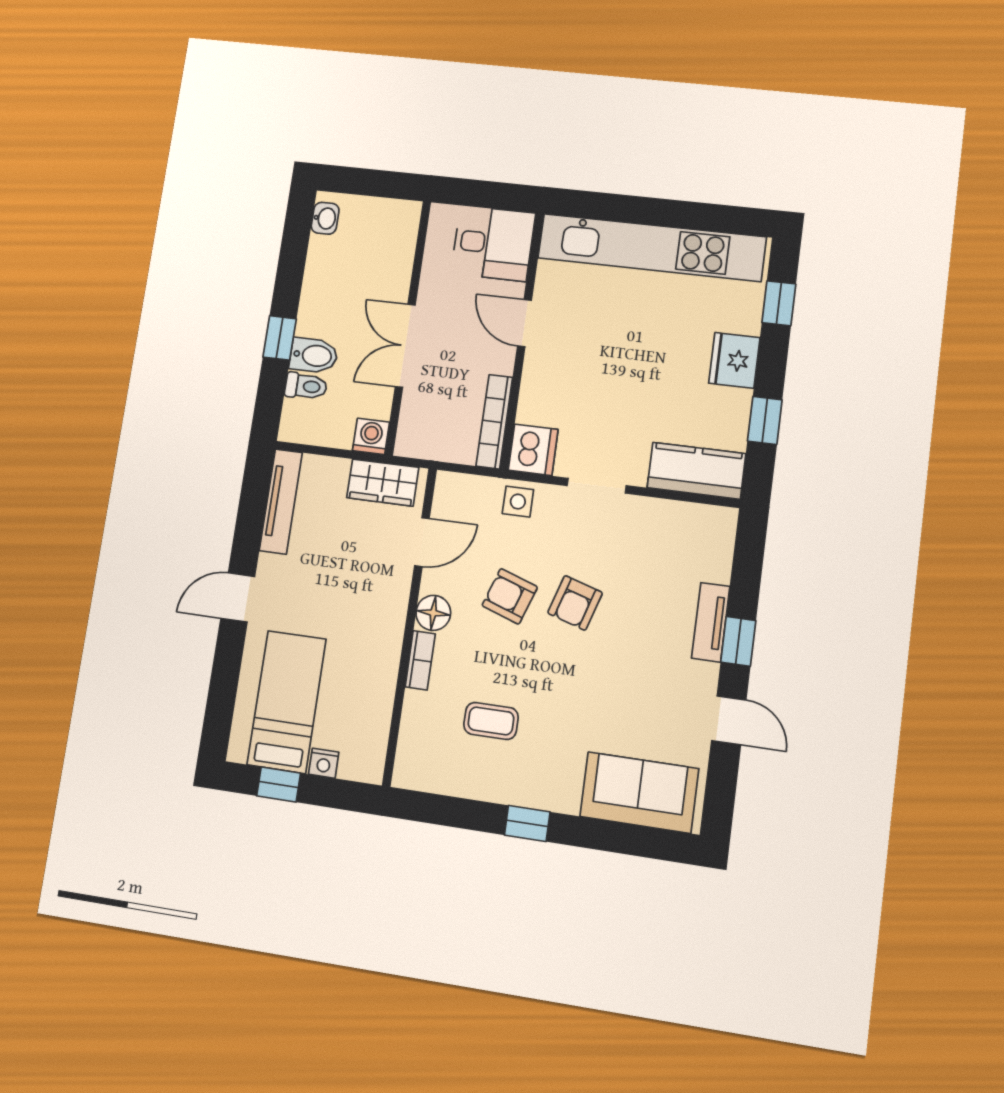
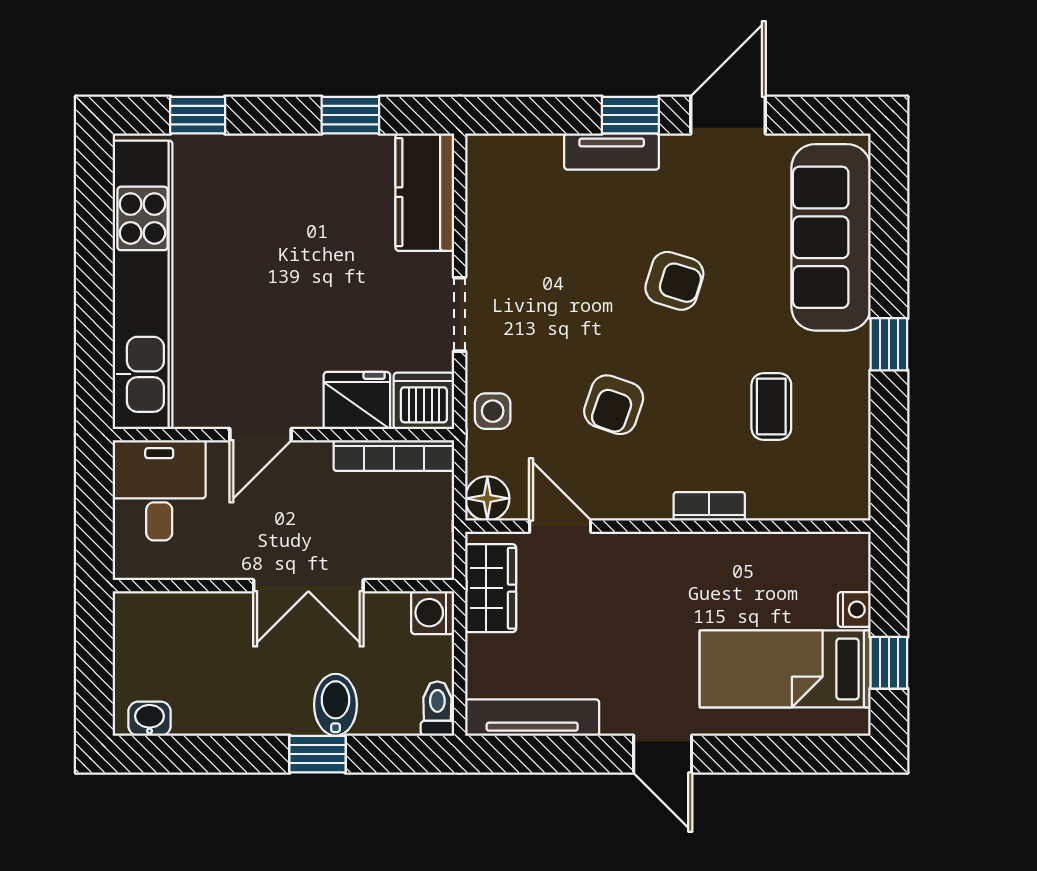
fridge: (734, 360) -> (357, 401), moved, turned 180
toilet: (306, 386) -> (437, 709), moved
armchair: (575, 603) -> (674, 281), moved
floor lamp: (433, 613) -> (487, 498), moved
door: (729, 720) -> (728, 115), width x1.37
sofa: (639, 793) -> (831, 237), width x1.36

